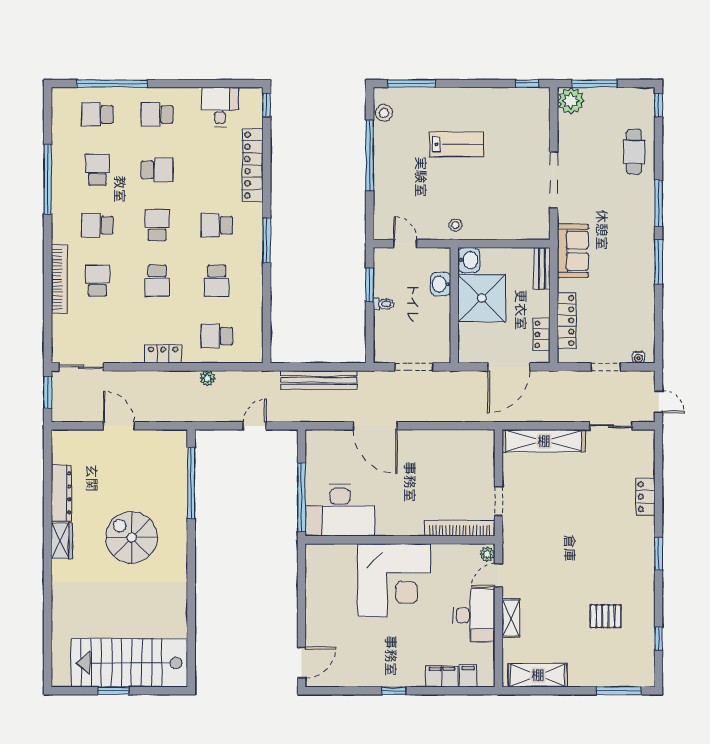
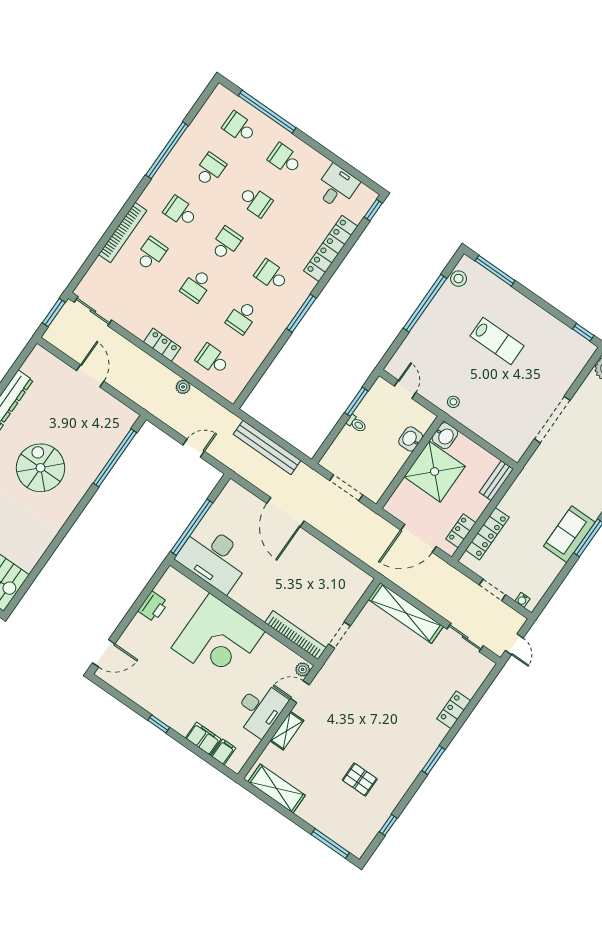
sofa: (573, 251) -> (569, 534), moved, turned 180
printer: (316, 591) -> (153, 606), added

